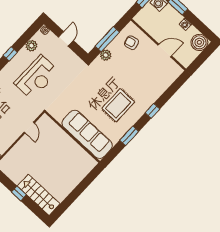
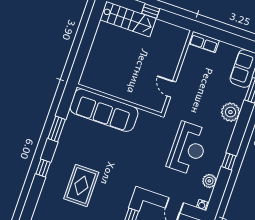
plant: (106, 55) -> (122, 207), removed
reception desk: (36, 77) -> (188, 148), turned 180
rug: (118, 105) -> (81, 185), moved

